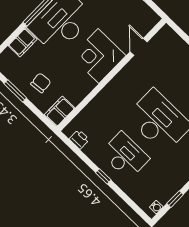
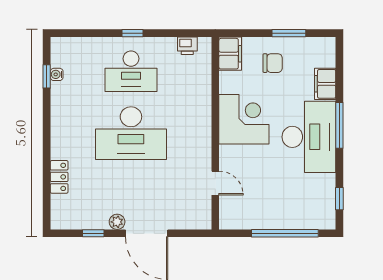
corner desk: (98, 56) -> (244, 119), moved
chair: (41, 83) -> (273, 63), turned -85
water cooler: (156, 207) -> (57, 74), moved

